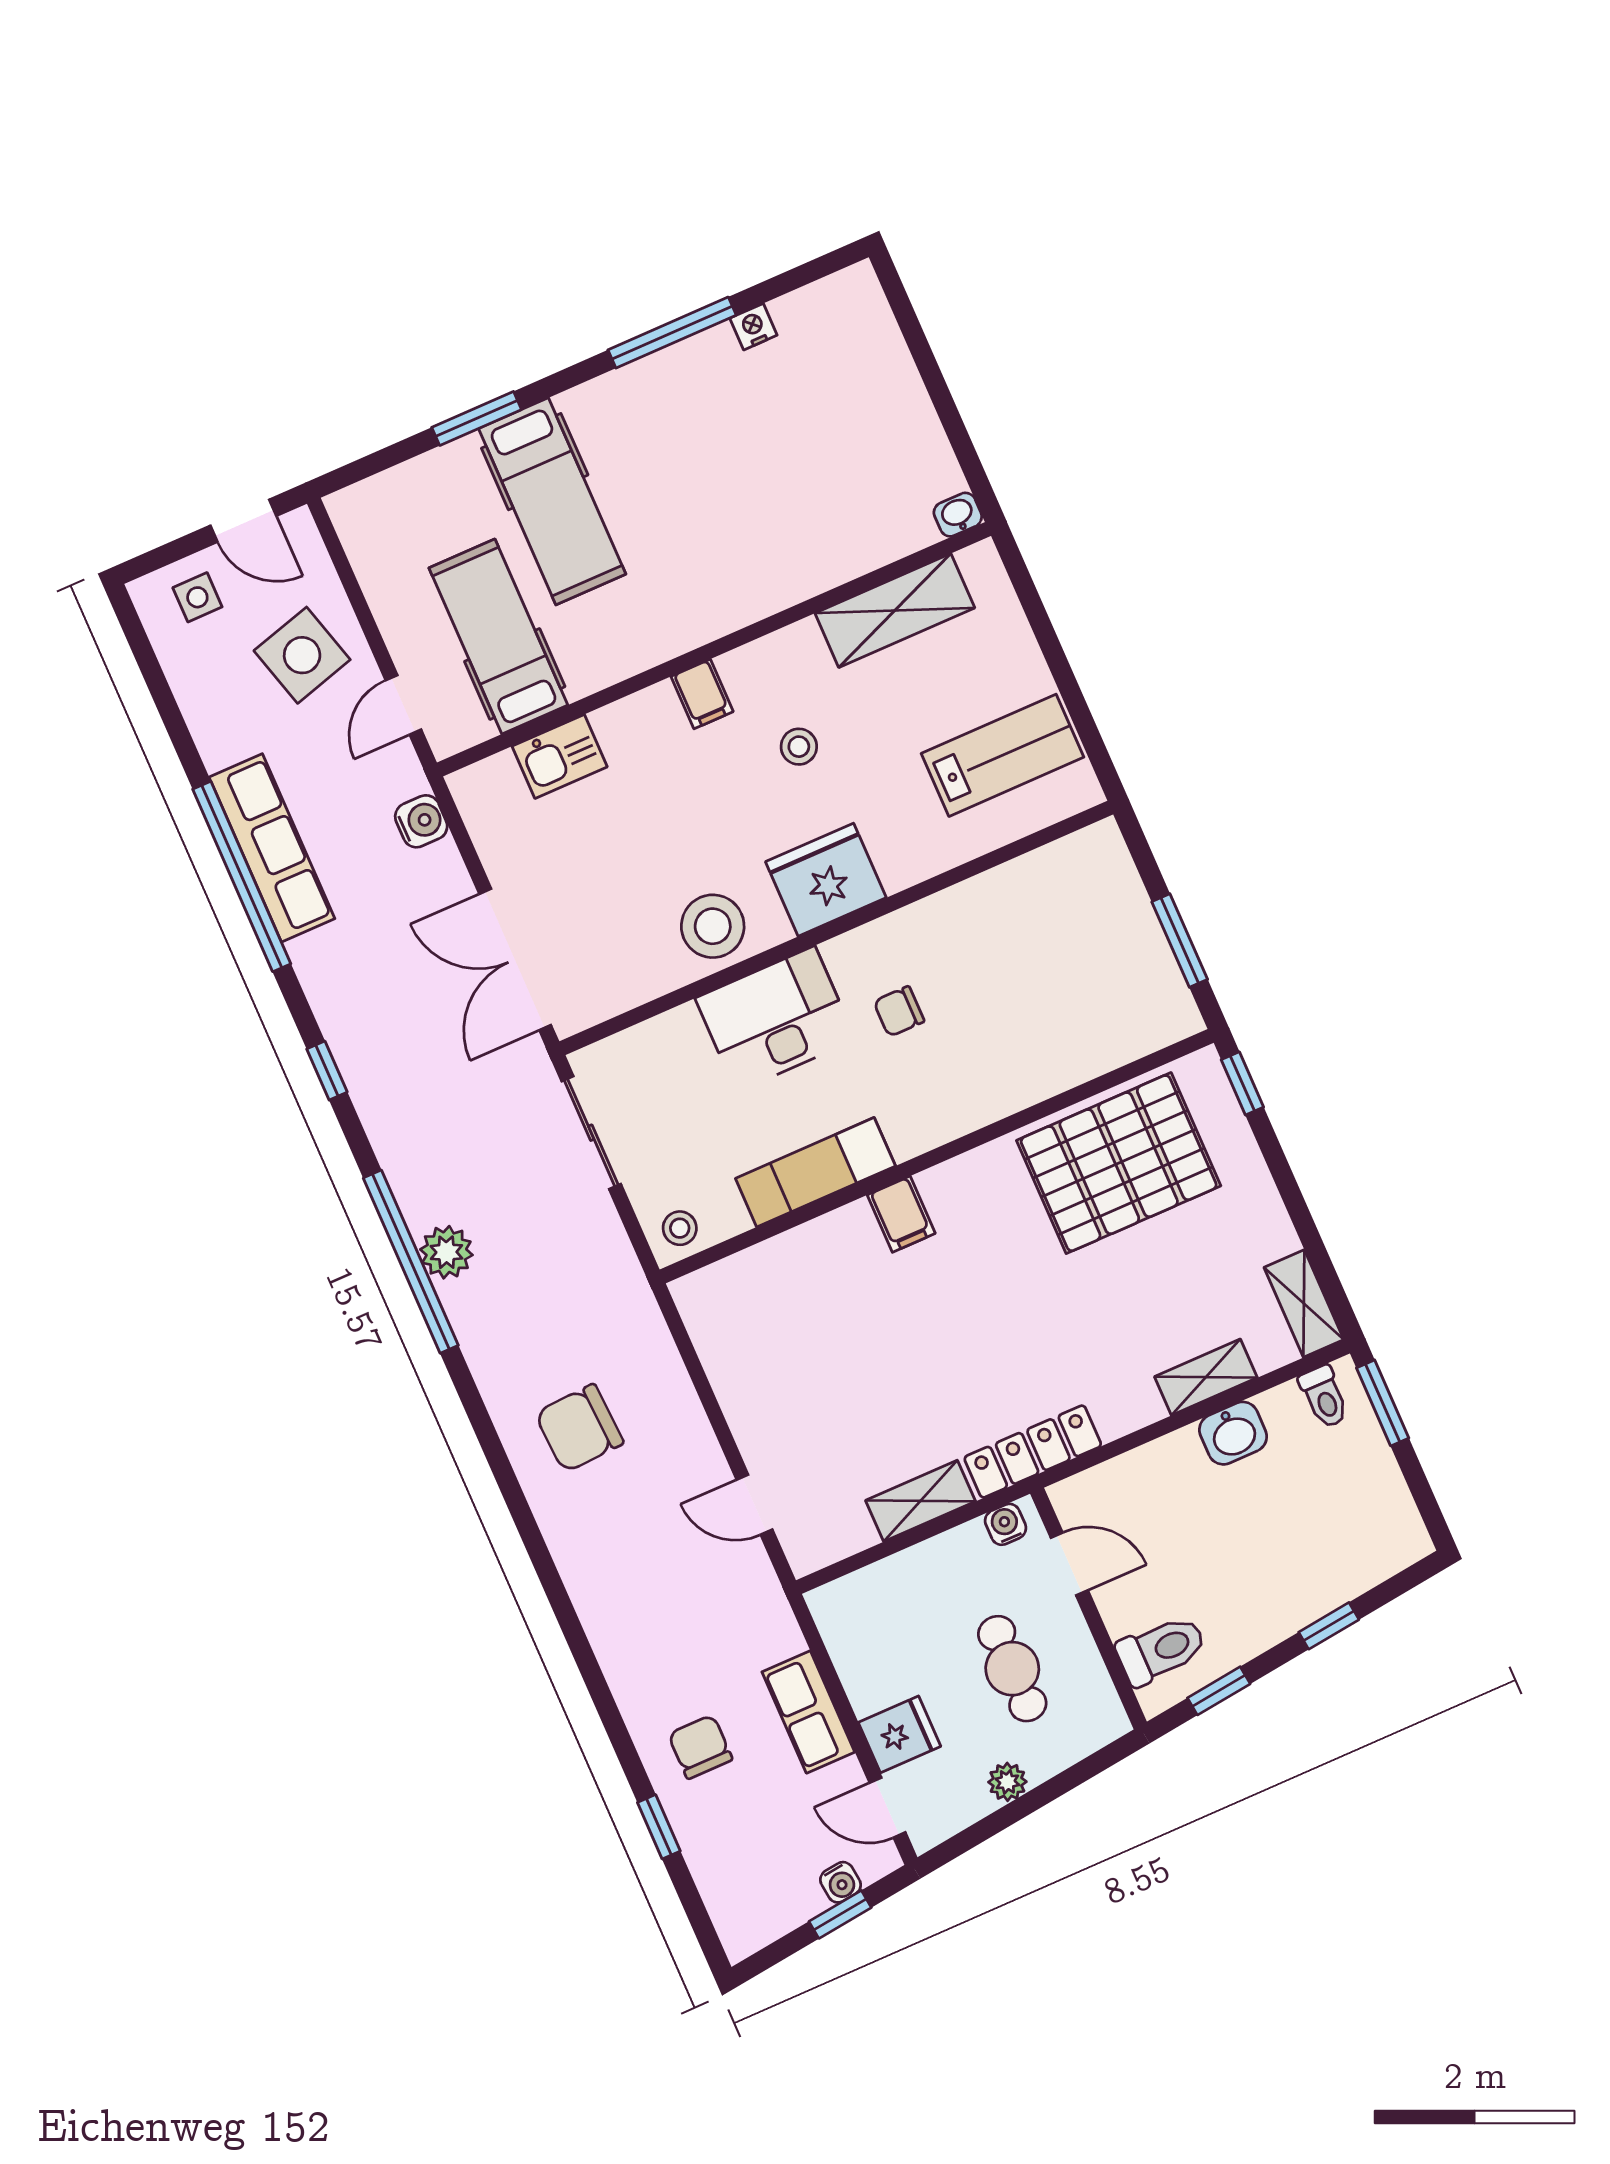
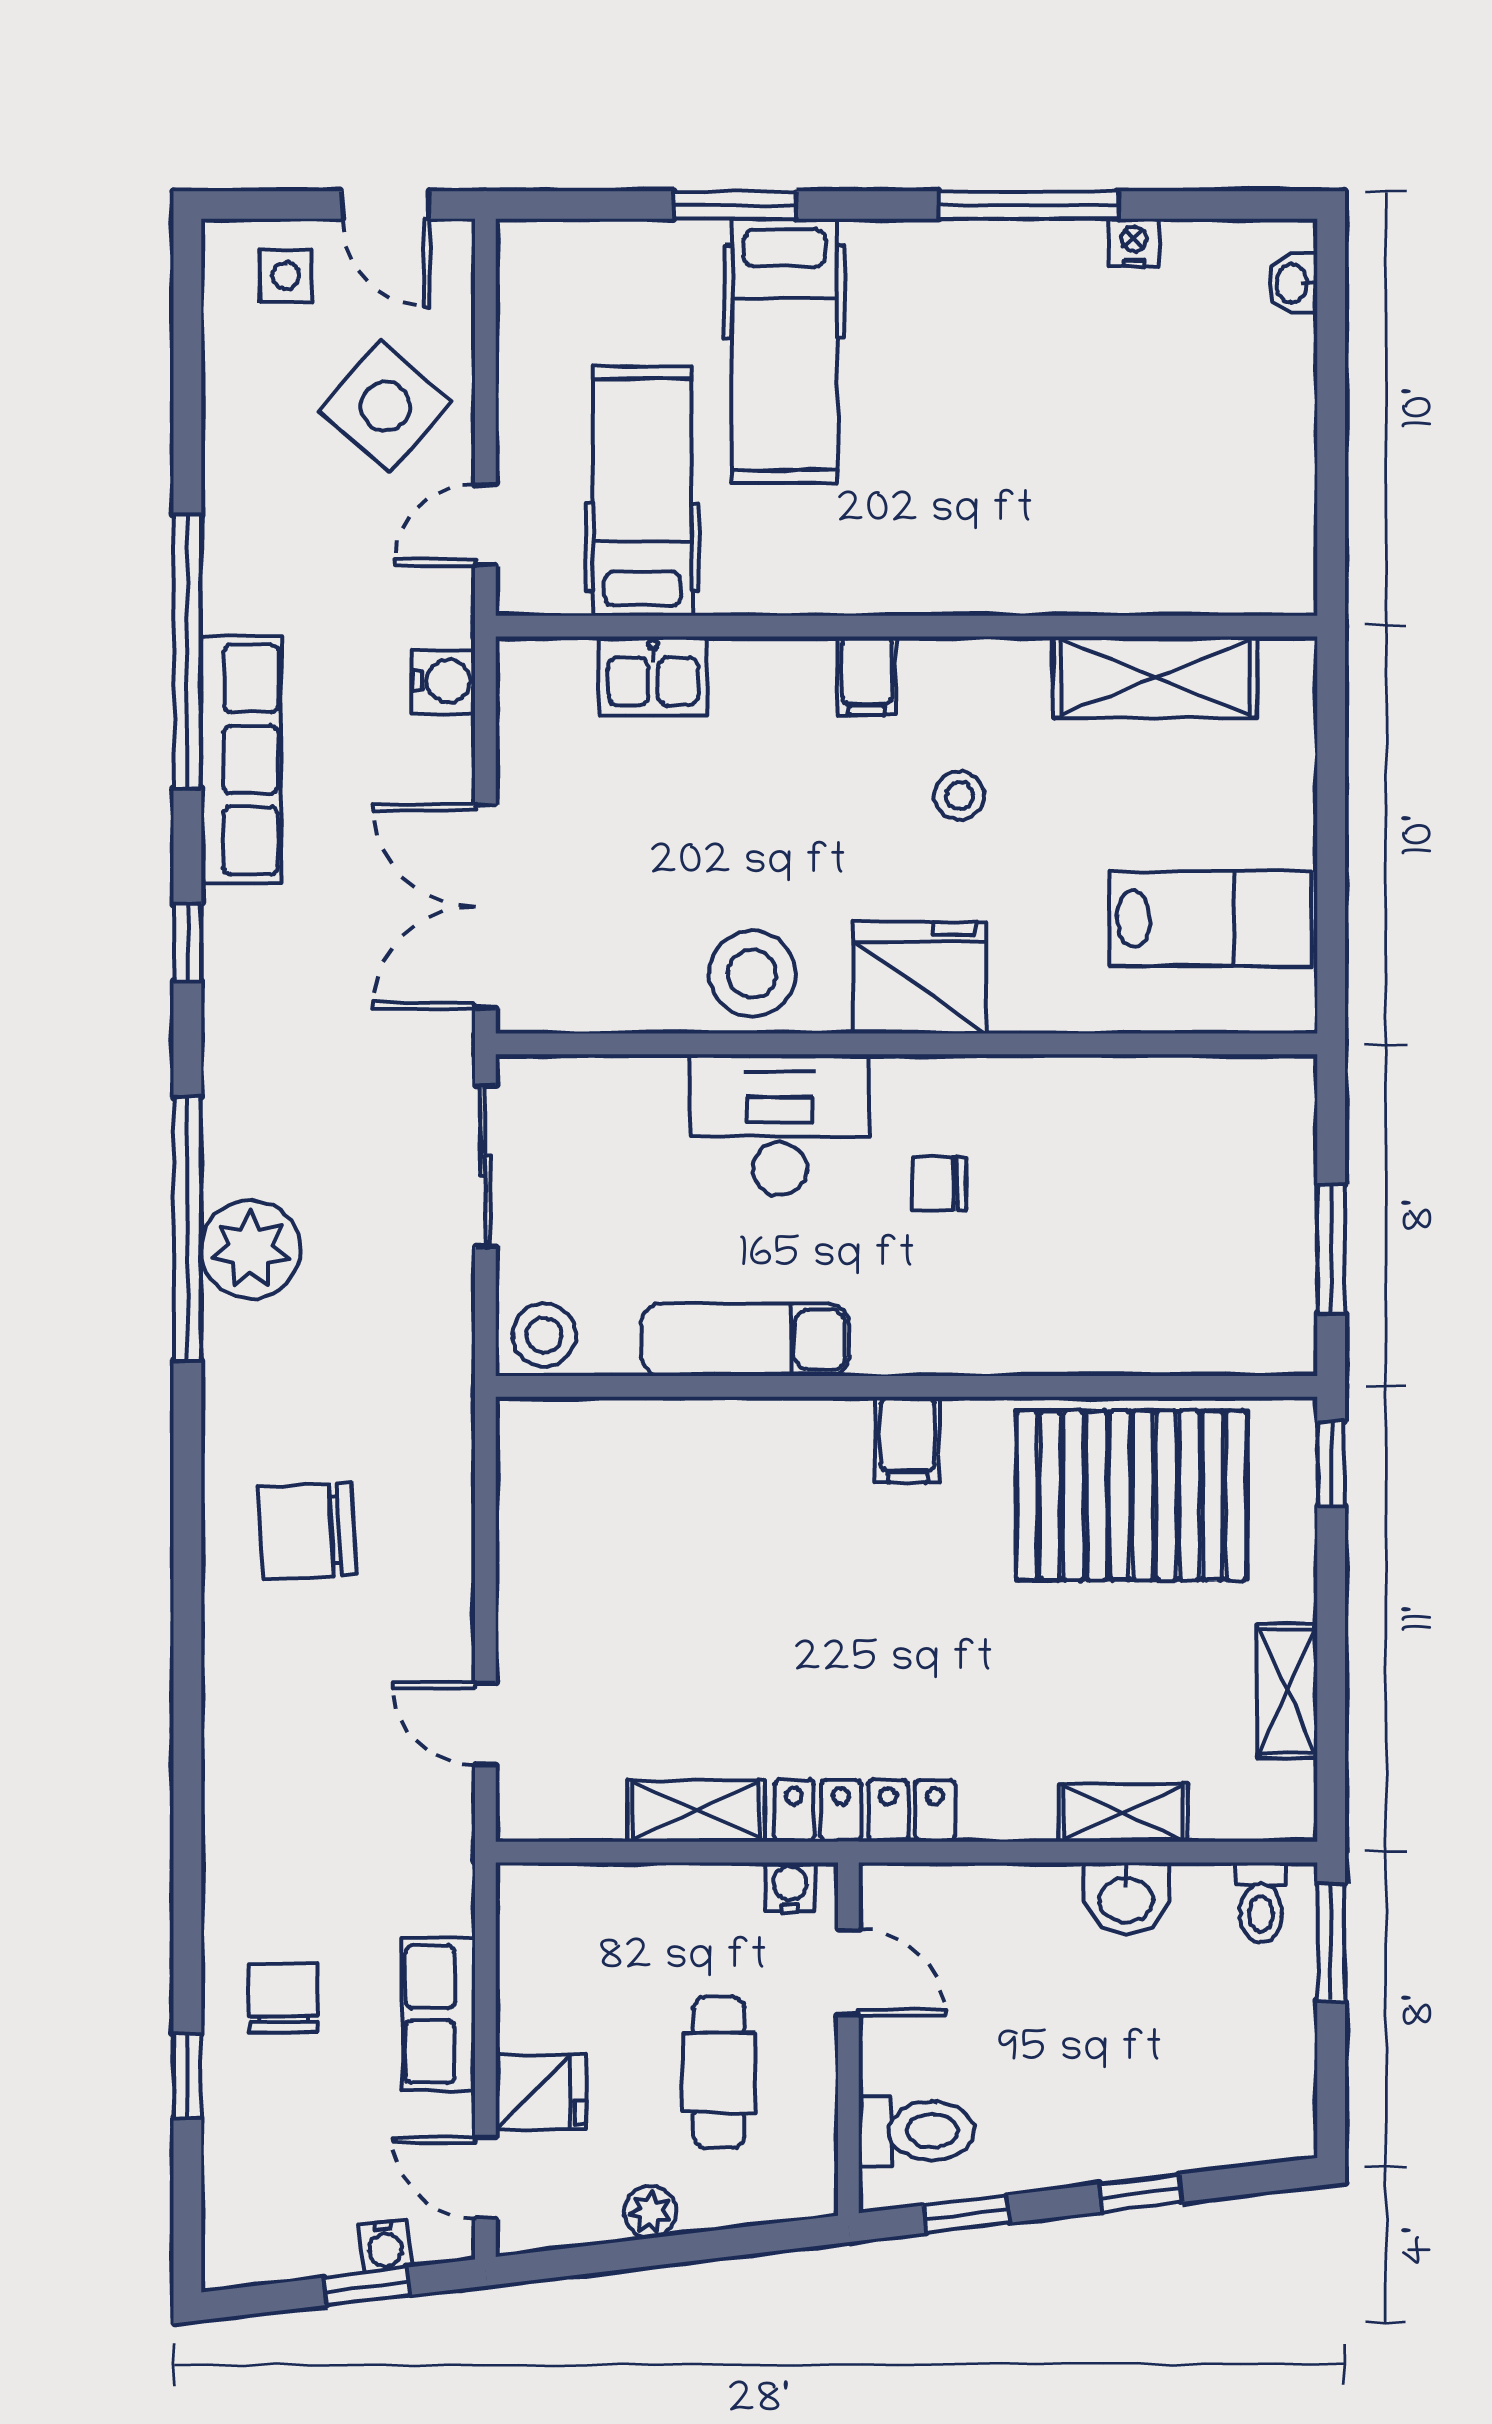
washbasin: (958, 515) -> (1293, 283), moved, turned -90
side table: (302, 655) -> (385, 406), turned -33
row of seats: (272, 848) -> (241, 760), moved
filing cabinet: (901, 1214) -> (908, 1440), moved
stool: (680, 1228) -> (544, 1335), width x1.37, depth x1.37
plant: (446, 1252) -> (251, 1250), width x1.36, depth x1.36
shelving: (1304, 1304) -> (1287, 1691), moved

